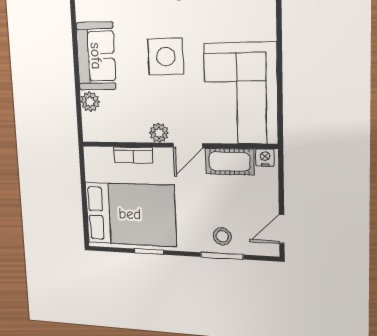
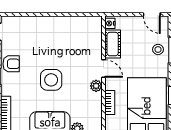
corner sofa: (241, 94) -> (73, 37), removed

